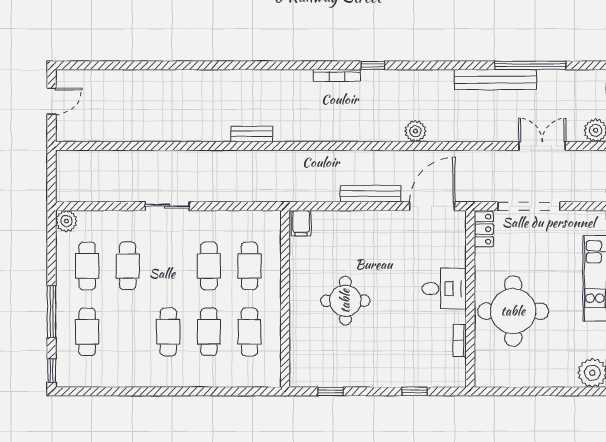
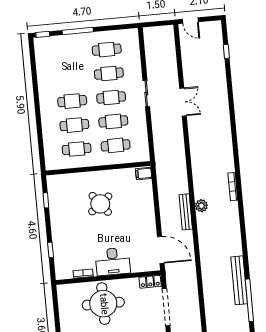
window: (373, 65) -> (226, 51), moved
door: (52, 101) -> (190, 21), moved
plant: (415, 131) -> (201, 206), moved
bench: (252, 134) -> (194, 139), removed
double door: (542, 146) -> (183, 102), moved
bench: (370, 194) -> (186, 212), moved
plant: (66, 221) -> (132, 35), removed
desk: (444, 289) -> (113, 262), width x1.37
round table: (345, 301) -> (100, 204), turned -38
cafe table: (87, 332) -> (111, 97), moved

